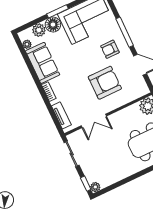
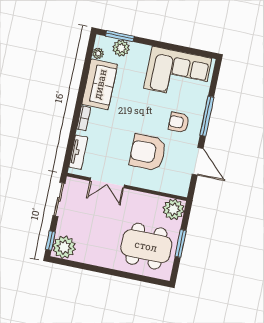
window: (58, 11) -> (120, 36), moved
floor lamp: (53, 25) -> (140, 53), removed
armchair: (105, 83) -> (148, 152), turned 180
plant: (95, 187) -> (64, 247), width x1.87, depth x1.87

